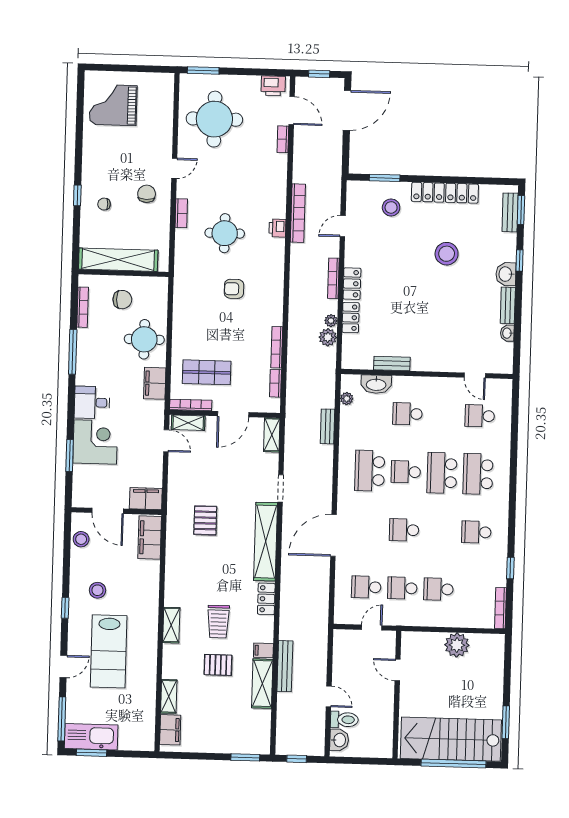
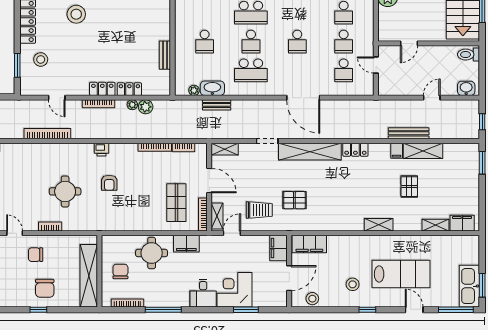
chair: (104, 204) -> (45, 288), width x1.87, depth x1.87
printer: (277, 228) -> (102, 150), moved
washbasin: (376, 384) -> (212, 88), moved, turned -90
trolley: (218, 622) -> (259, 210), moved
toilet: (344, 720) -> (469, 55), moved, turned -90

